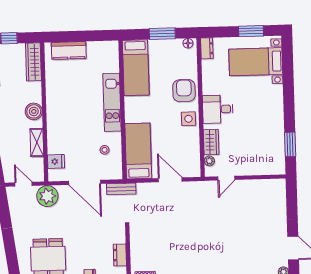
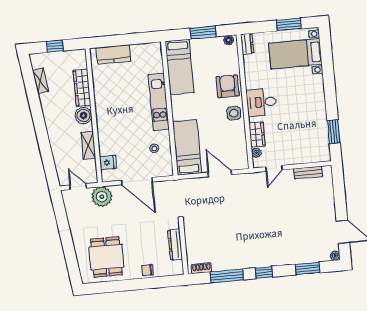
wardrobe: (33, 62) -> (82, 88), moved
bench: (121, 189) -> (308, 173), moved
dresser: (120, 255) -> (175, 245), width x1.44

